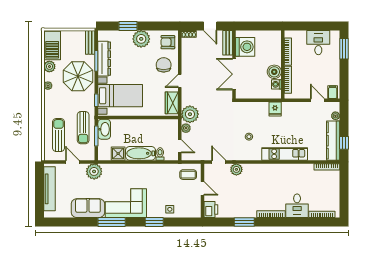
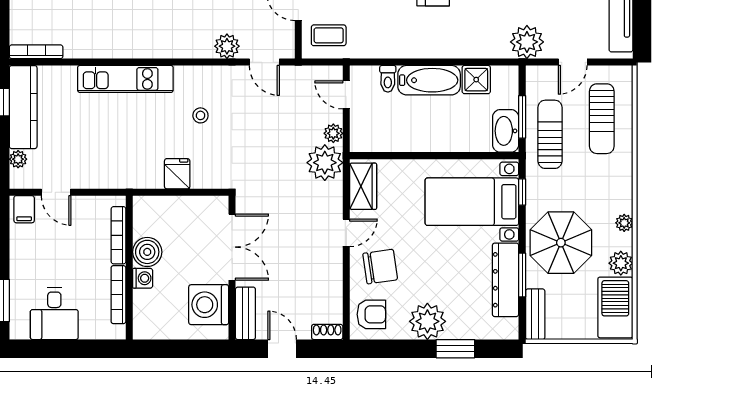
chair: (164, 65) -> (380, 267), turned -98
washing machine: (276, 84) -> (143, 278), moved
fridge: (275, 109) -> (177, 174), moved
door: (72, 162) -> (573, 62), hinge flipped

